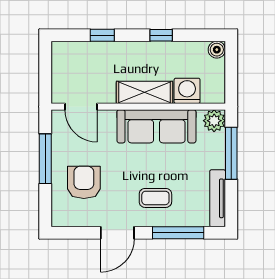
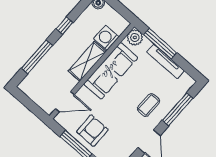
window: (102, 35) -> (37, 57), width x2.17
armchair: (84, 182) -> (92, 131), moved, turned 90
tv unit: (218, 198) -> (166, 61), moved

